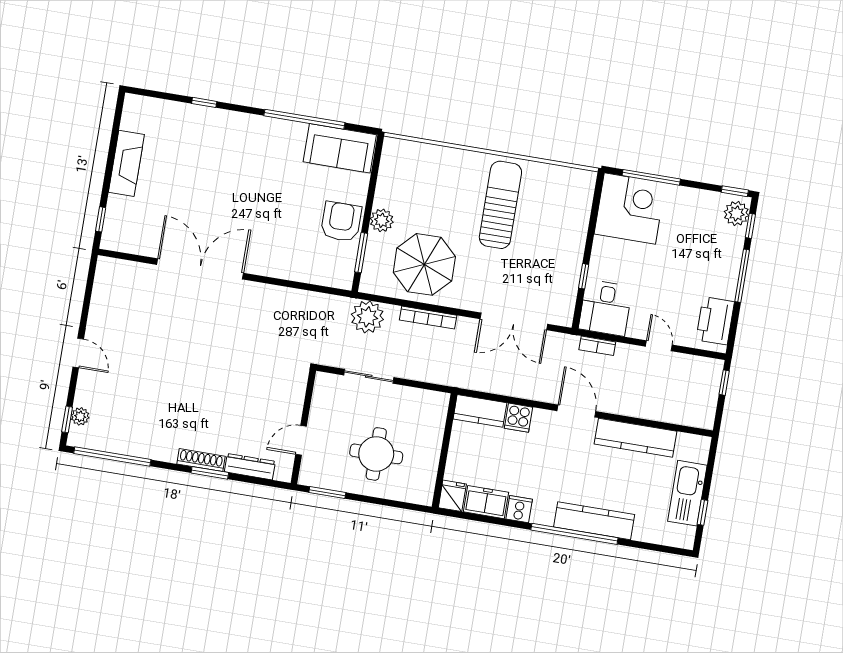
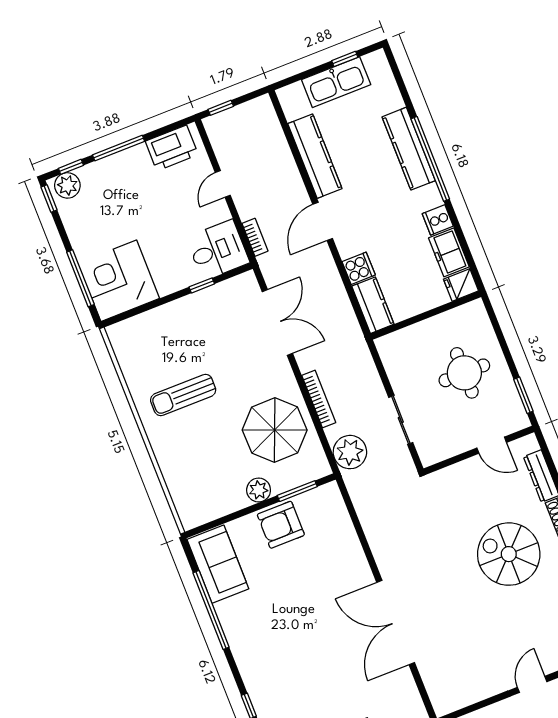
sun lounger: (500, 205) -> (183, 395), width x0.73, depth x0.75
spiral stairs: (200, 399) -> (509, 554), added

